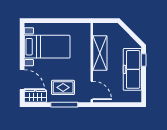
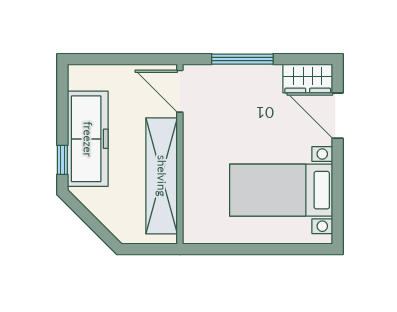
shelving: (100, 53) -> (162, 176), width x1.47
rug: (63, 87) -> (245, 98), removed

